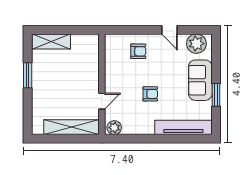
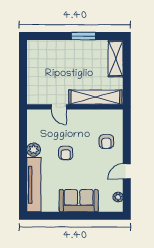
plant: (196, 44) -> (118, 197), width x0.53, depth x0.53
window: (216, 95) -> (65, 216), removed
shelving: (72, 127) -> (95, 97), moved, turned 90
plant: (114, 128) -> (34, 150), moved

